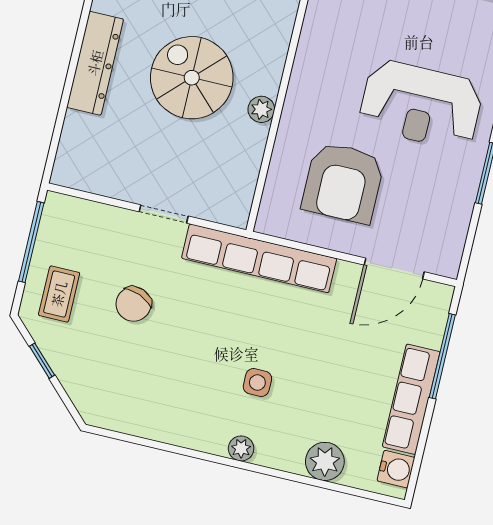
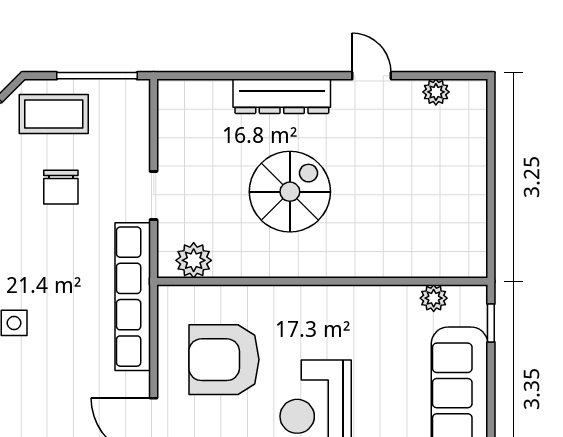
plant: (261, 109) -> (194, 260), moved, width x1.38, depth x1.38
coffee table: (59, 294) -> (54, 114), width x1.36, depth x1.30
chair: (134, 304) -> (61, 187), turned -112

